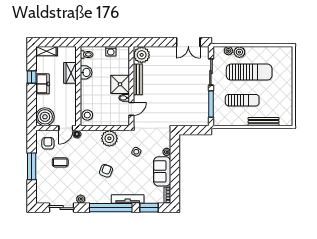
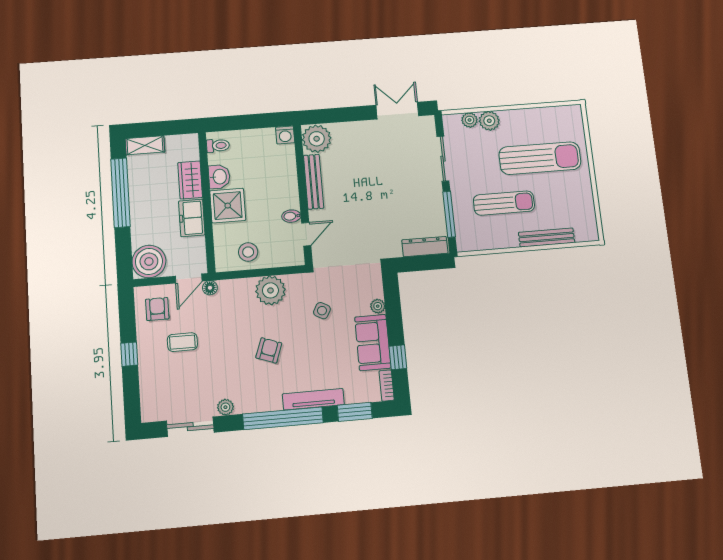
double door: (188, 42) -> (397, 111), swing flipped
washing machine: (111, 51) -> (285, 135), moved
sun lounger: (249, 72) -> (540, 158), moved
window: (32, 77) -> (120, 193), width x3.17
freezer: (42, 84) -> (192, 218), moved, turned 180
shower: (120, 84) -> (228, 206), moved
stool: (87, 115) -> (248, 252), moved
dresser: (196, 121) -> (425, 247), added
window: (32, 166) -> (129, 354), width x0.46
window: (175, 181) -> (398, 357), added

